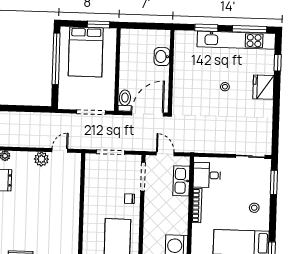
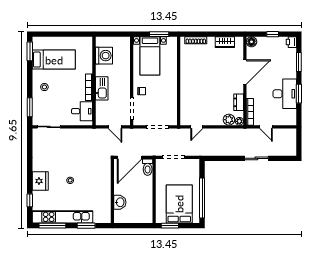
plant: (41, 159) -> (229, 120), moved
kitchen sink: (181, 181) -> (102, 88), moved

